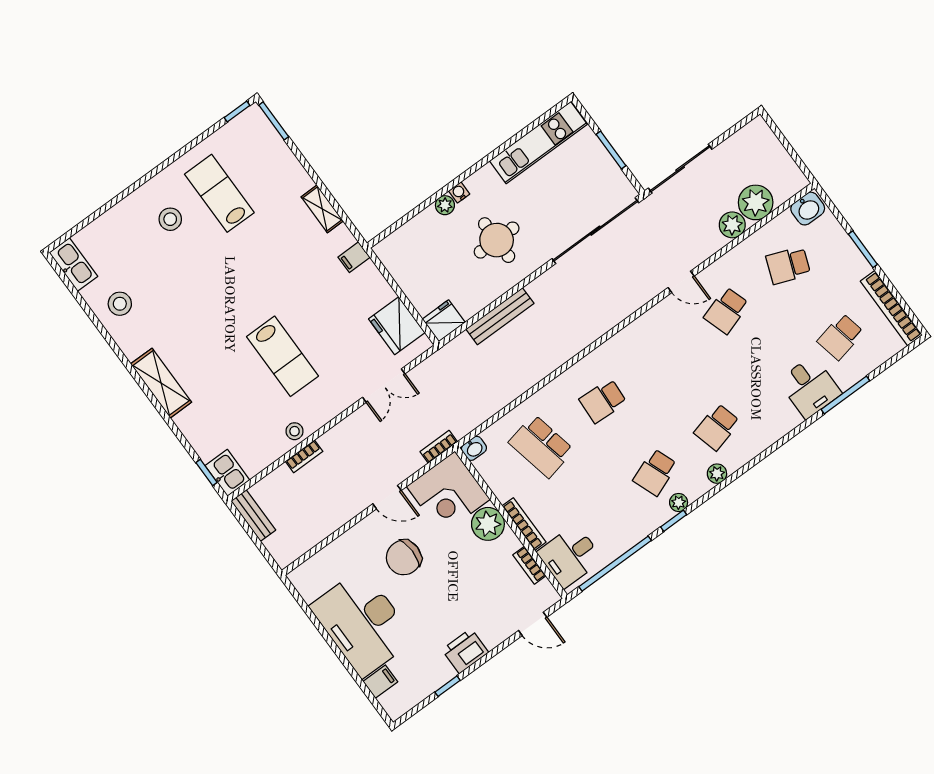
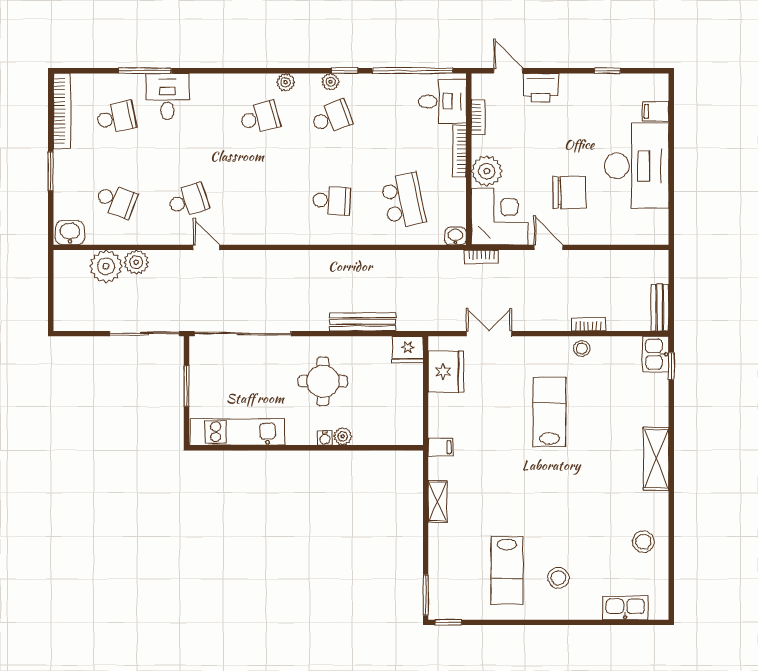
kitchen sink: (73, 264) -> (625, 608), moved, turned 90
printer: (465, 651) -> (541, 88), moved

